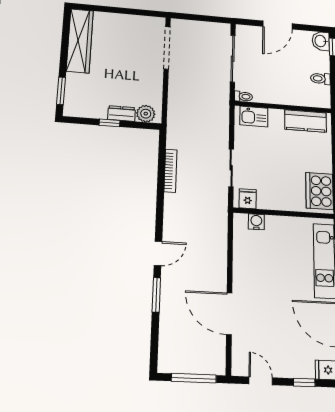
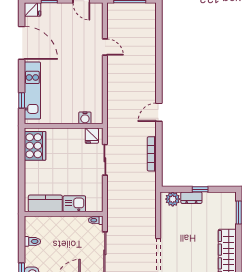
kitchen sink: (254, 117) -> (74, 204), moved
door: (158, 253) -> (159, 112), moved
window: (156, 295) -> (159, 58), removed
door: (229, 314) -> (105, 47), width x0.53

